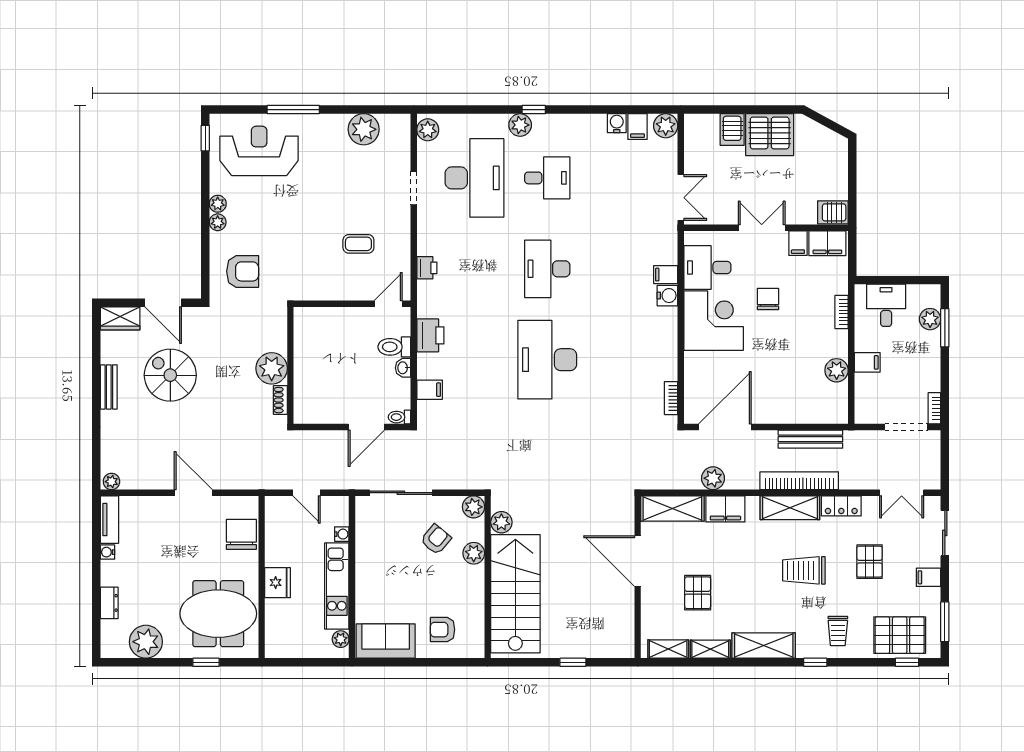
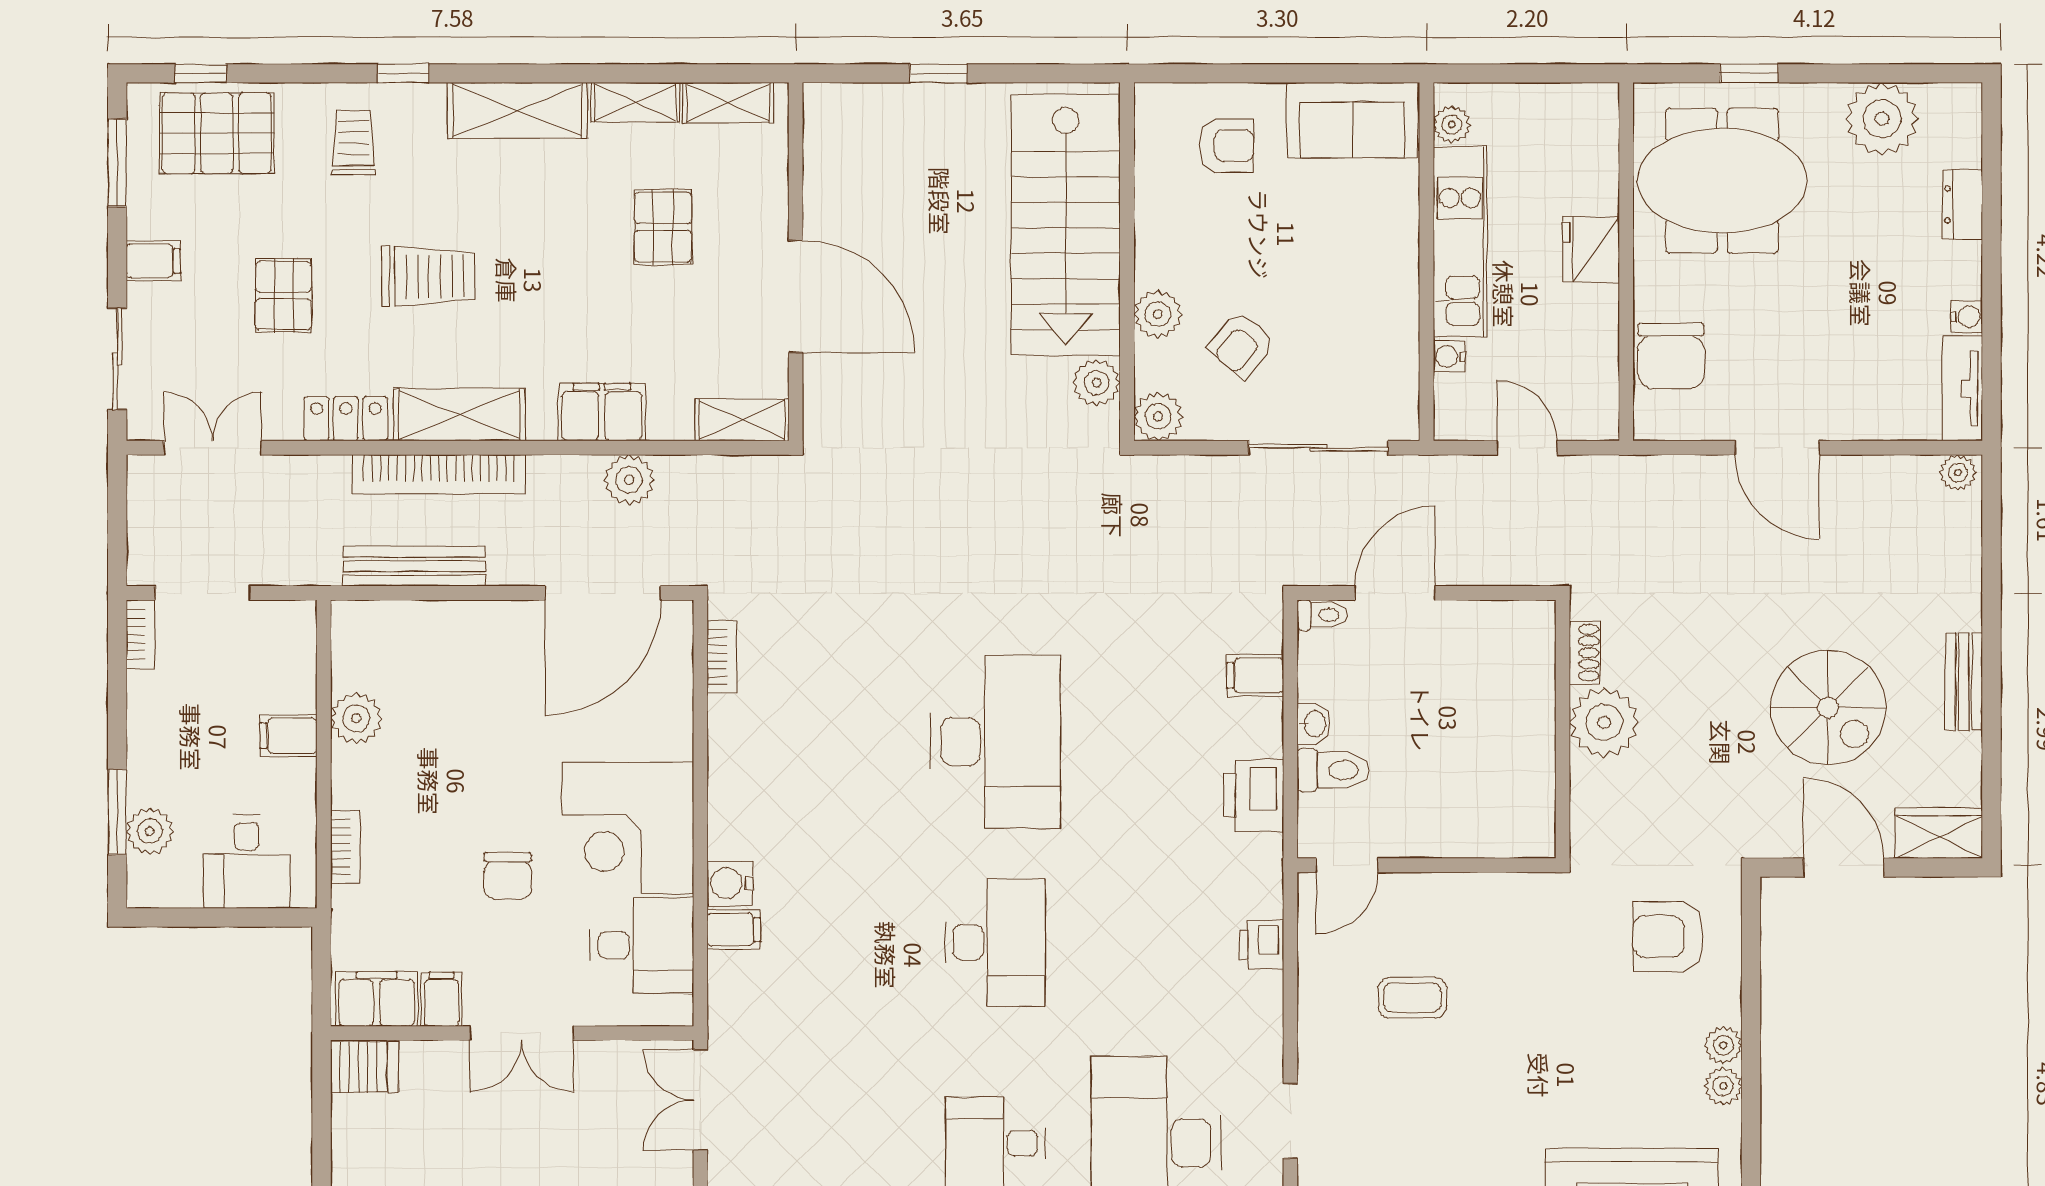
shelving: (672, 509) -> (742, 420), width x0.67, depth x0.75

